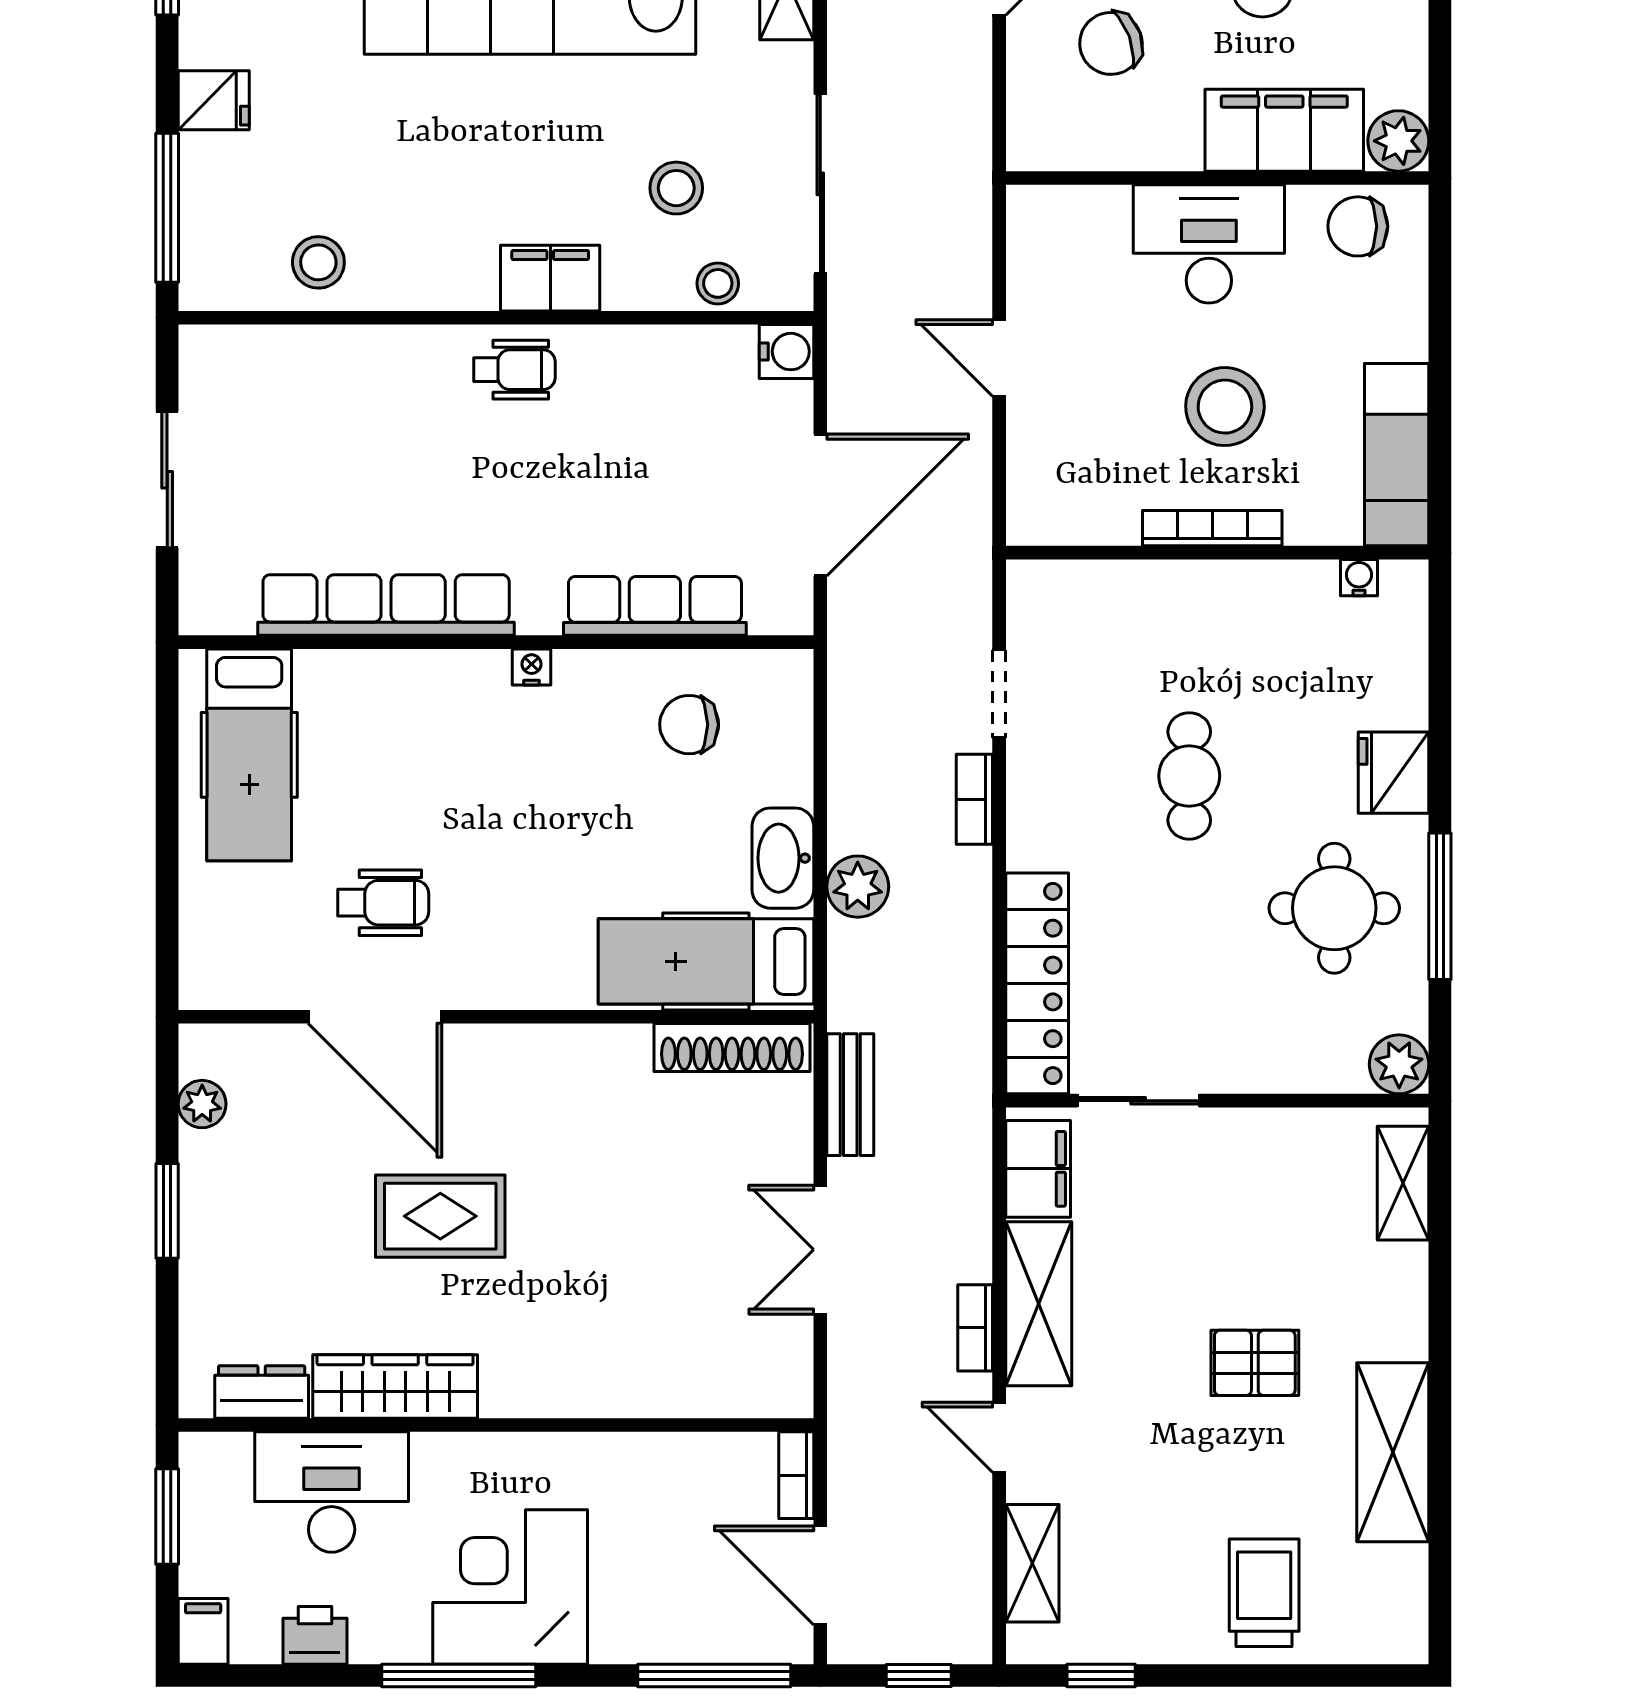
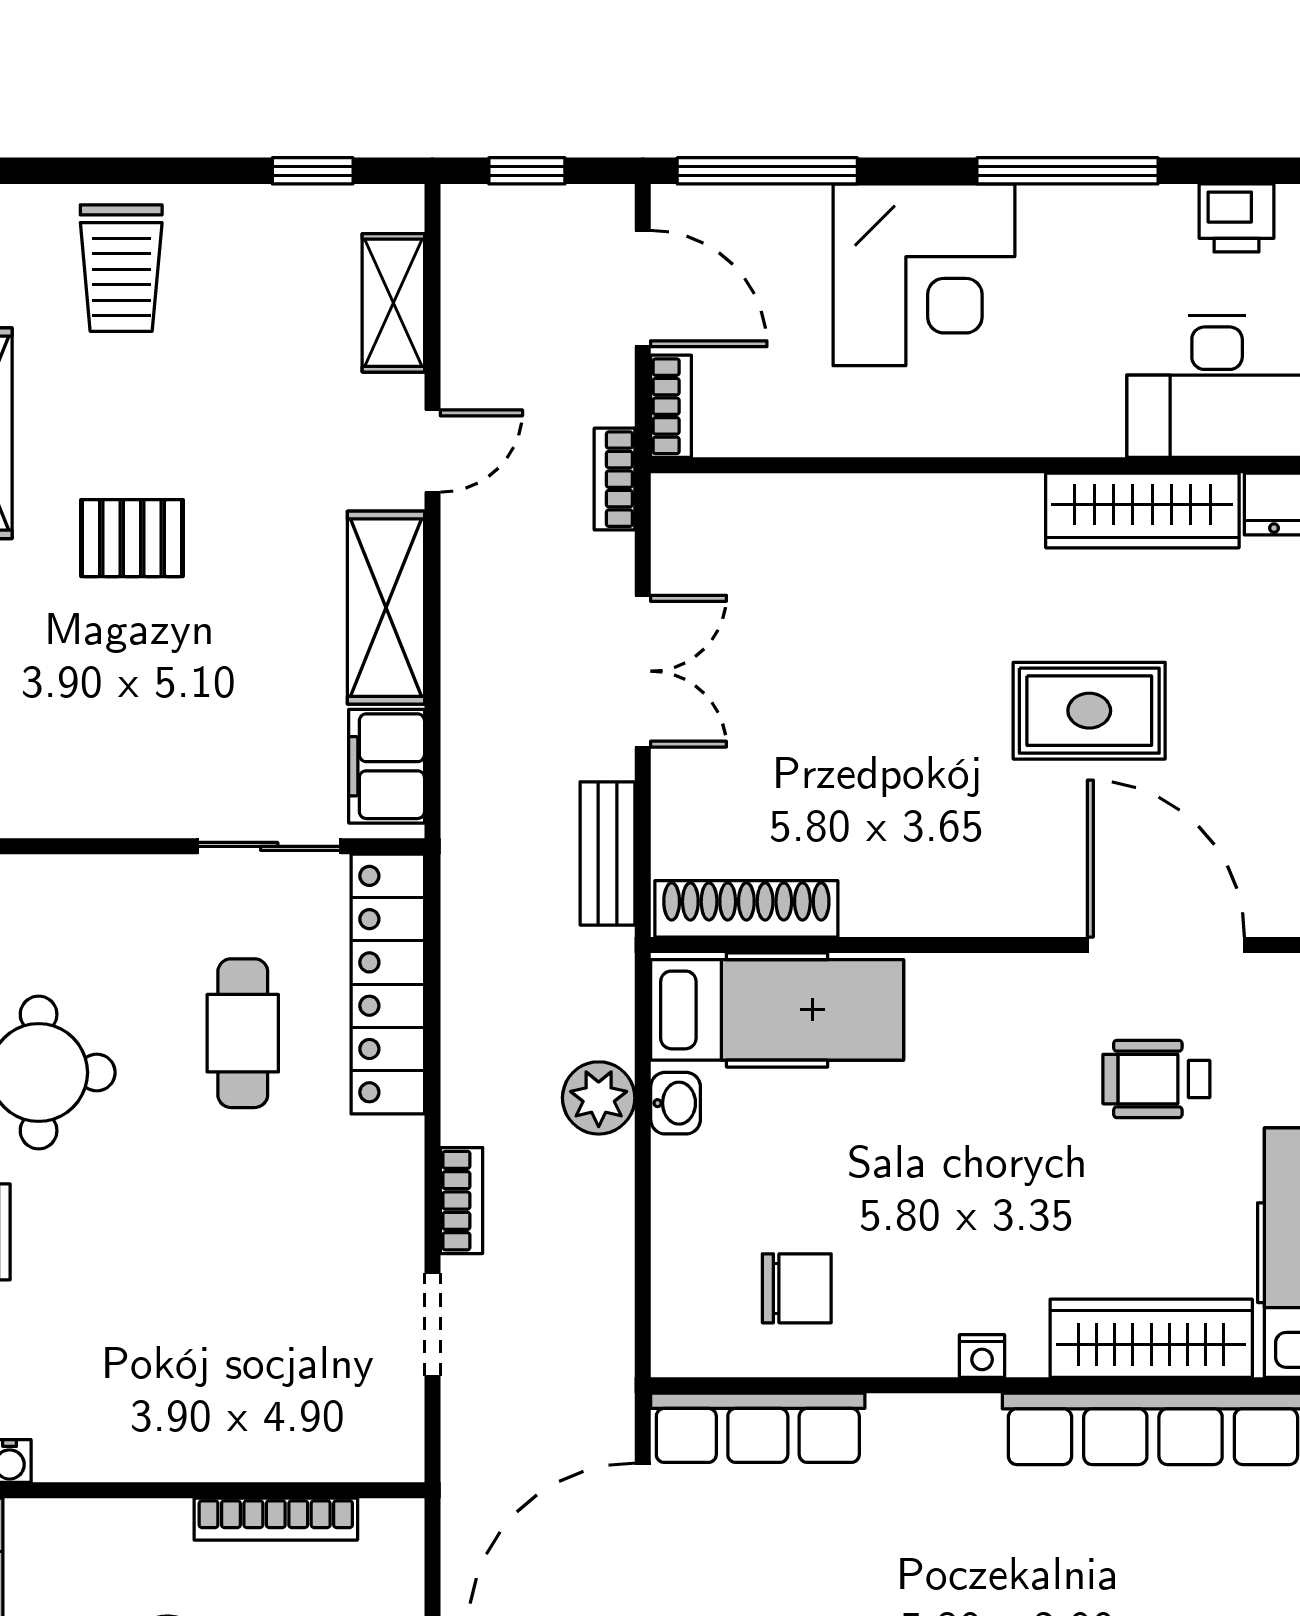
bookcase: (1212, 528) -> (276, 1519), moved
row of seats: (655, 606) -> (758, 1428), moved
wardrobe: (388, 682) -> (1151, 1338), added
cafe table: (1189, 776) -> (243, 1033), moved
washbasin: (783, 858) -> (676, 1103), width x0.52, depth x0.69
bookcase: (975, 1328) -> (614, 479), moved, turned 180
door: (999, 1437) -> (432, 451), hinge flipped
corner desk: (510, 1587) -> (924, 275), moved

